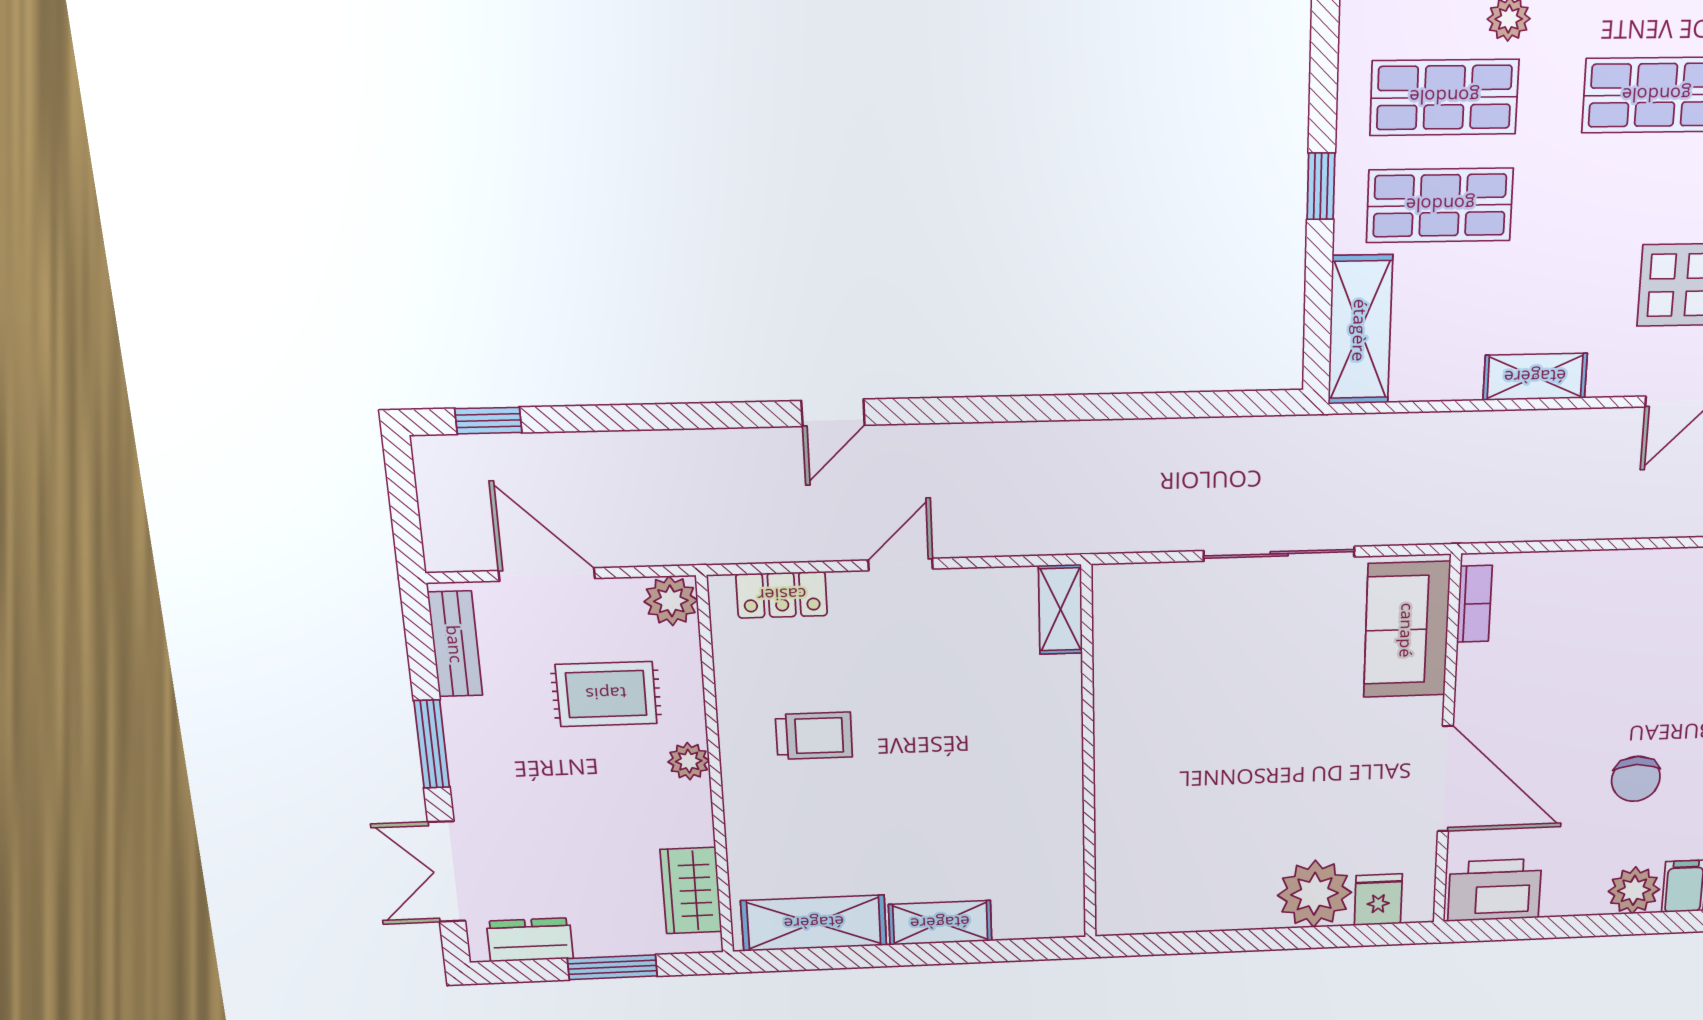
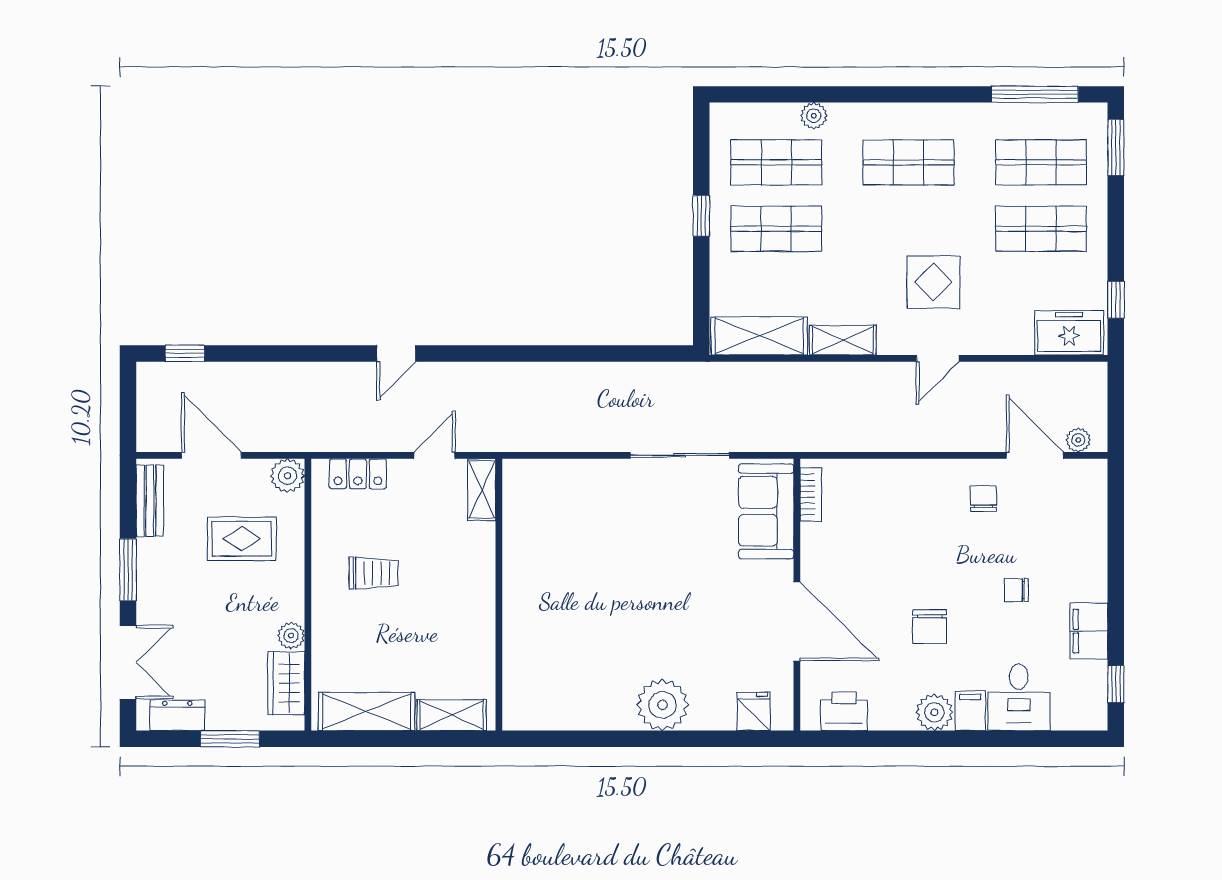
shelving: (1360, 330) -> (759, 336), moved, turned 90
shelving: (1060, 609) -> (482, 490), moved
wall: (1088, 756) -> (499, 595), moved
plant: (689, 761) -> (291, 636), moved
double door: (447, 872) -> (128, 662), swing flipped
printer: (1495, 890) -> (844, 711), width x0.73, depth x0.84
plant: (1315, 894) -> (662, 705), moved

